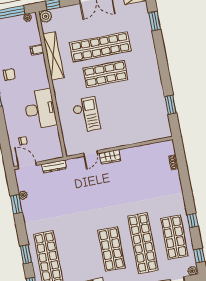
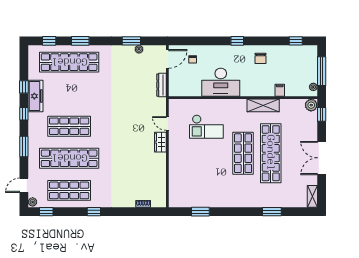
window: (155, 21) -> (272, 212), moved
shelving: (53, 56) -> (263, 105), width x0.68
window: (193, 221) -> (94, 212), moved

